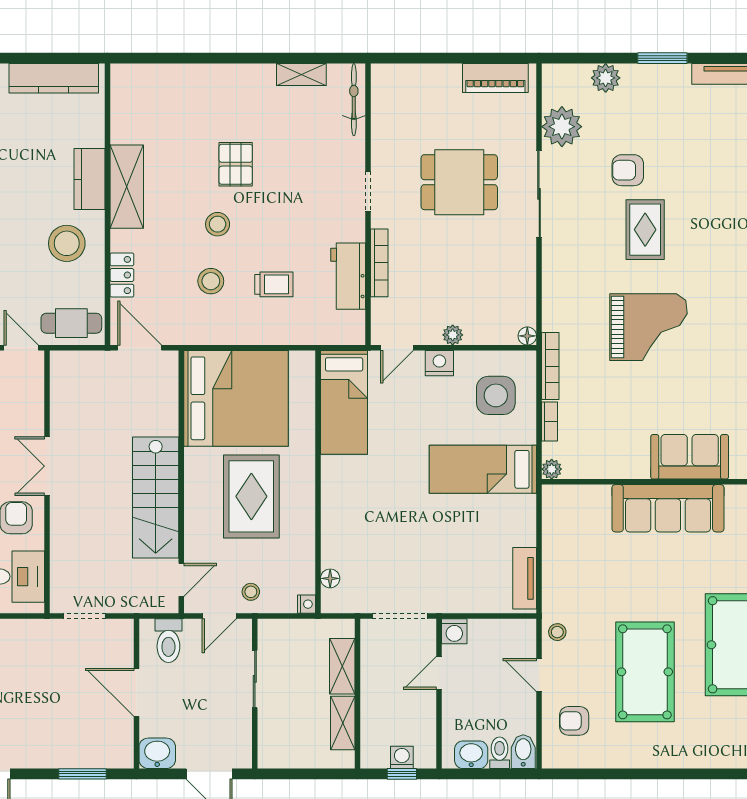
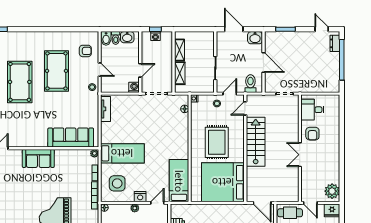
double door: (47, 466) -> (300, 155), swing flipped
sofa: (668, 508) -> (71, 137), moved

